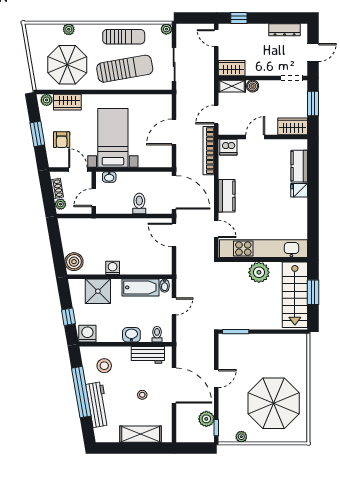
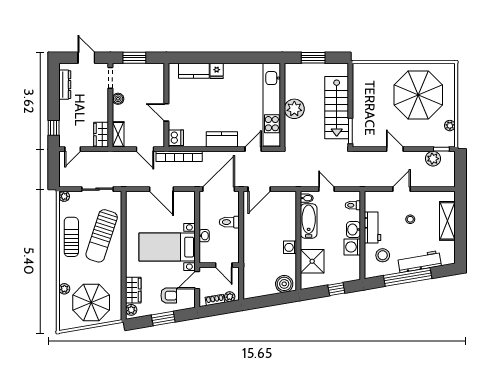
parasol: (67, 65) -> (91, 303), moved
sun lounger: (125, 69) -> (102, 236), turned -152
boiler: (253, 86) -> (118, 99), moved
wardrobe: (293, 126) -> (156, 77), removed
washbasin: (109, 177) -> (204, 236), moved
stairs: (295, 295) -> (337, 108), moved, turned 90
washing machine: (87, 334) -> (352, 247), moved
workbench: (148, 355) -> (372, 228), moved
door: (174, 386) -> (401, 189), width x0.53

